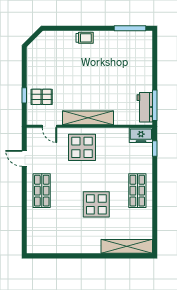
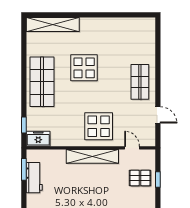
window: (155, 105) -> (24, 169), width x0.69
workbench: (145, 107) -> (34, 178), moved
shop shelf: (137, 191) -> (42, 82), width x1.43, depth x1.36

